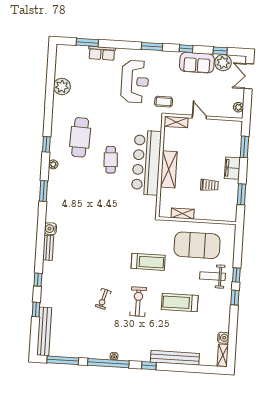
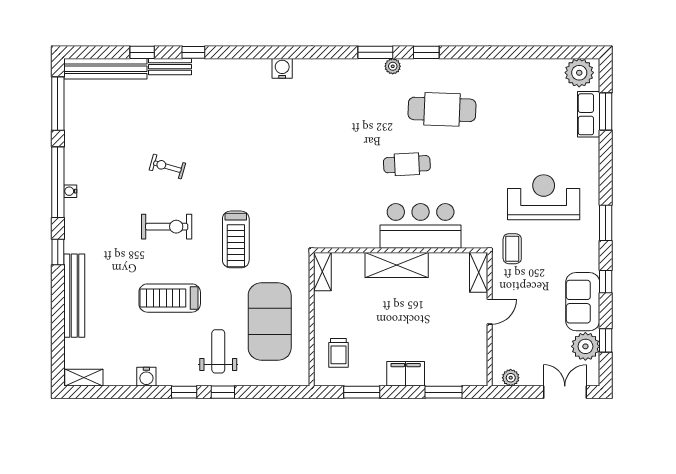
row of seats: (102, 53) -> (589, 114), moved
reception desk: (135, 82) -> (544, 197), turned 180
plant: (62, 86) -> (579, 73), moved
bar counter: (146, 163) -> (421, 226), width x0.73
trolley: (209, 185) -> (338, 353), moved
window: (43, 191) -> (375, 52), moved
shelving: (183, 214) -> (322, 272), moved
bench: (48, 248) -> (170, 67), moved
treadmill: (180, 302) -> (170, 298), turned -90
water cooler: (223, 338) -> (146, 377), moved

